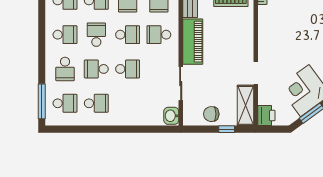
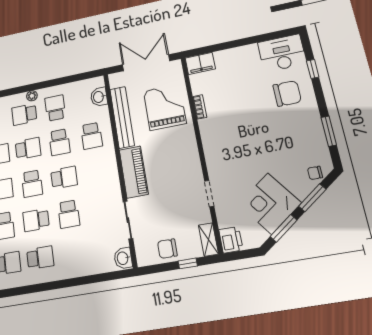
school desk: (96, 35) -> (32, 184), turned 180
school desk: (159, 35) -> (97, 171), removed
school desk: (128, 69) -> (69, 214), turned 90
shelving: (246, 105) -> (208, 240), width x0.67, depth x0.75

